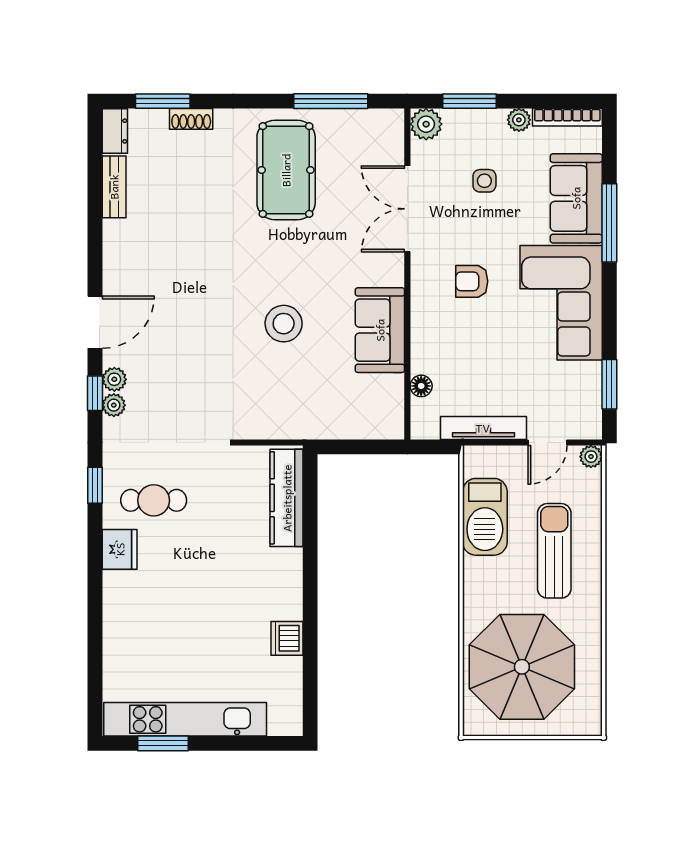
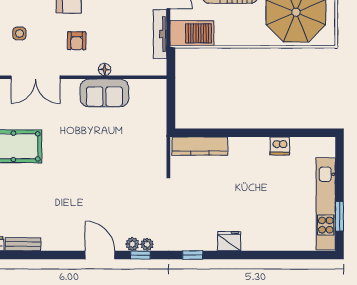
stool: (284, 324) -> (101, 148), removed
floor lamp: (421, 386) -> (105, 70), moved
cafe table: (154, 500) -> (201, 222), removed
barbecue: (485, 517) -> (192, 33), moved

